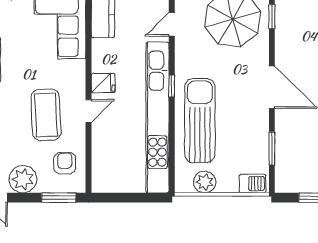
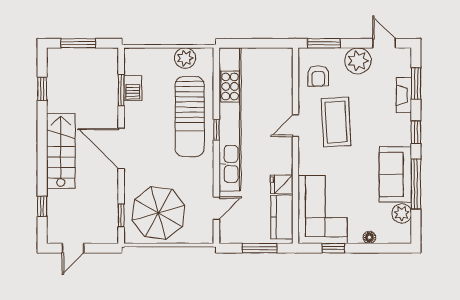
fridge: (103, 83) -> (282, 184), moved
window: (172, 86) -> (216, 130), moved
barbecue: (253, 184) -> (133, 88), moved, turned -90

